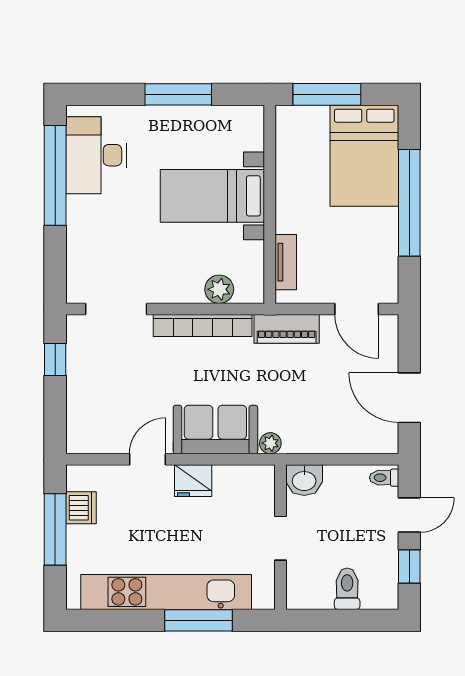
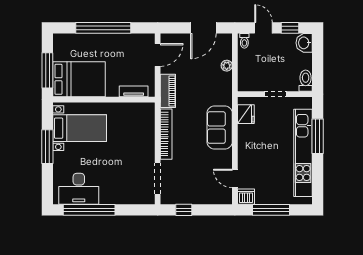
bed: (364, 156) -> (79, 79), moved
bed with nightstands: (212, 196) -> (80, 128), moved, turned -90
plant: (219, 289) -> (148, 126), removed
plant: (270, 443) -> (227, 66), moved
door: (148, 459) -> (235, 178), moved
washbasin: (304, 480) -> (304, 43), moved, turned 180
fridge: (193, 481) -> (246, 114), moved
dishwasher: (81, 508) -> (246, 197), moved
toilet: (347, 589) -> (306, 81), moved, turned 90

